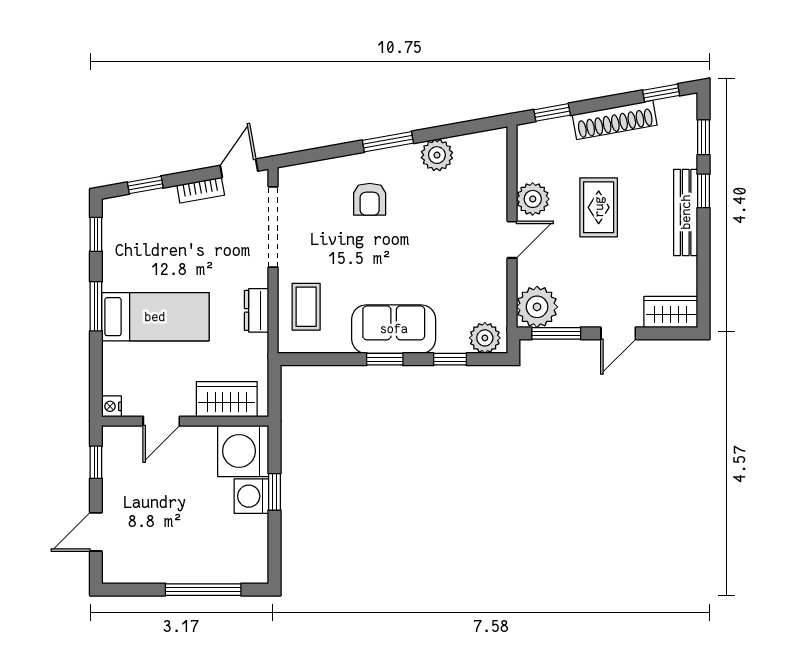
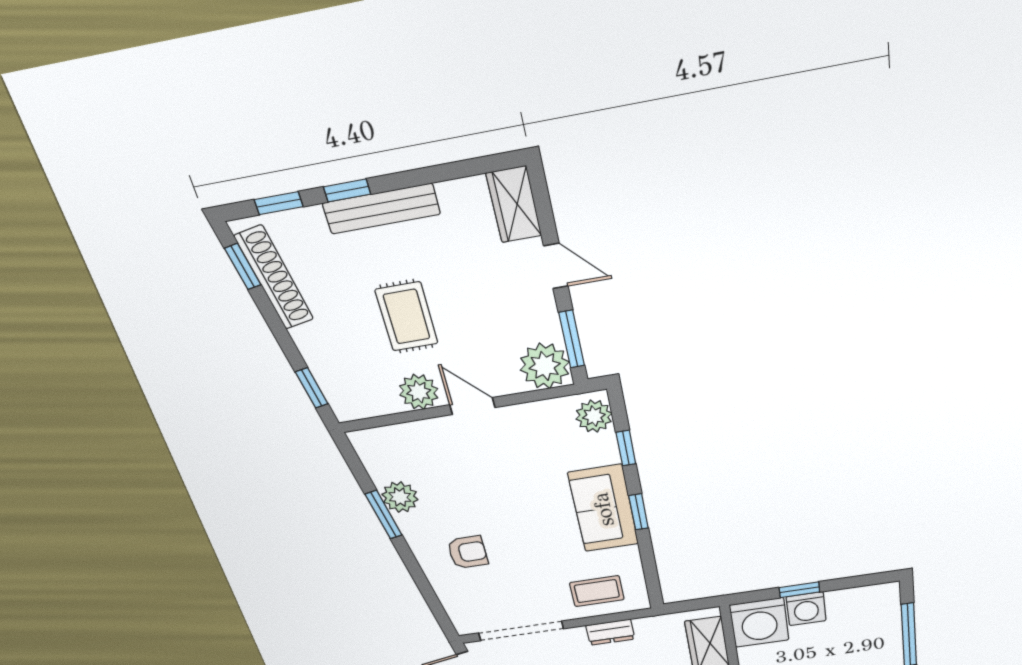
shoe rack: (615, 120) -> (274, 278), moved
window: (388, 142) -> (384, 515), moved
rug: (599, 207) -> (407, 317), turned 90

